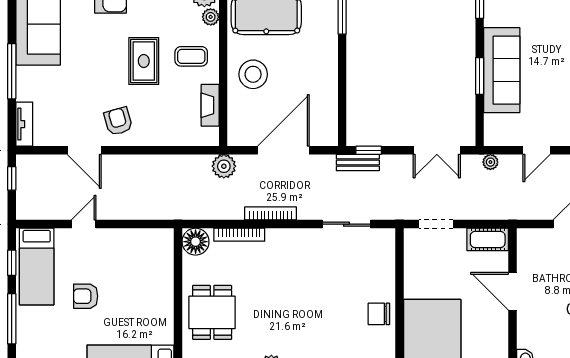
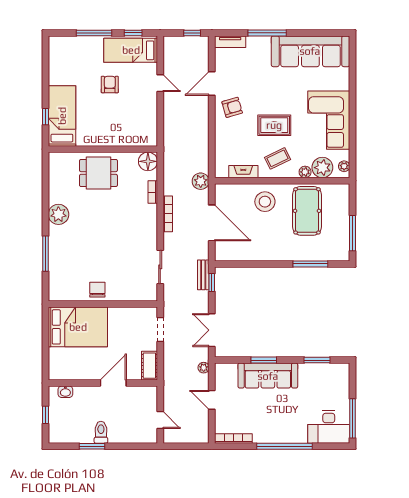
coffee table: (191, 56) -> (278, 158), turned 64
bookcase: (239, 235) -> (153, 192), width x0.64

